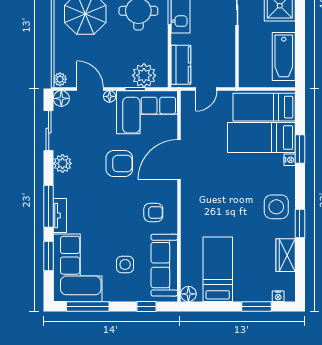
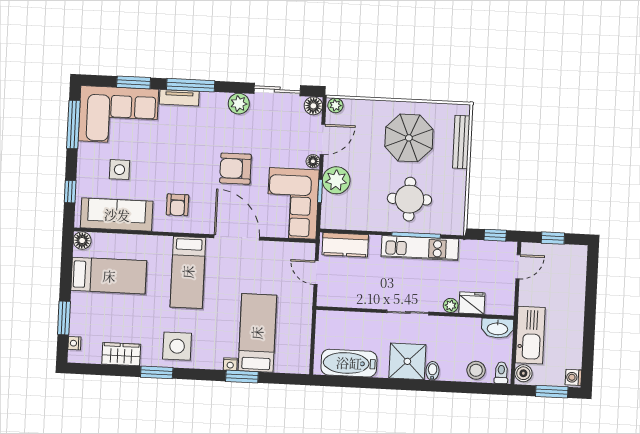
plant: (144, 75) -> (336, 180), moved
bed: (264, 107) -> (188, 272), moved, turned 180
armchair: (119, 164) -> (235, 169), turned 90

